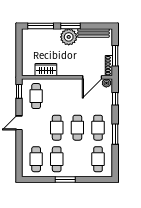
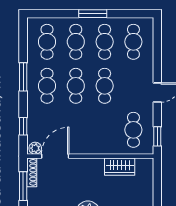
cafe table: (77, 159) -> (76, 42), added

